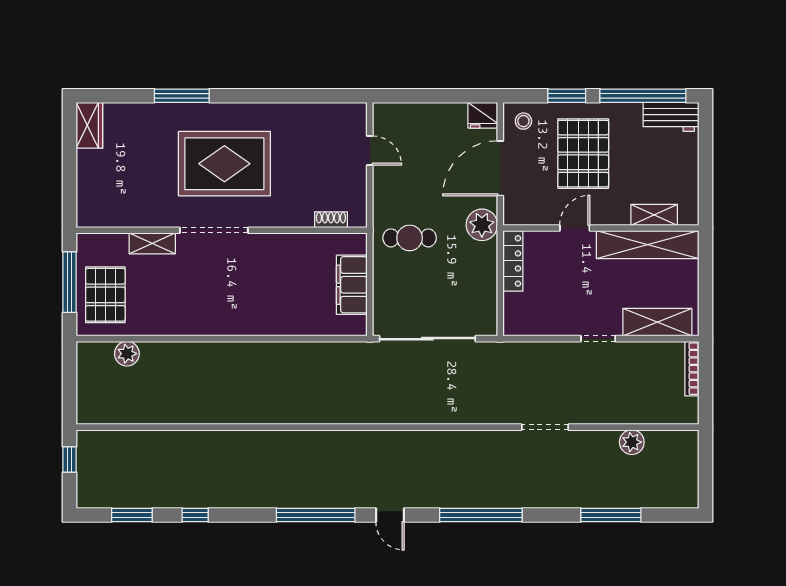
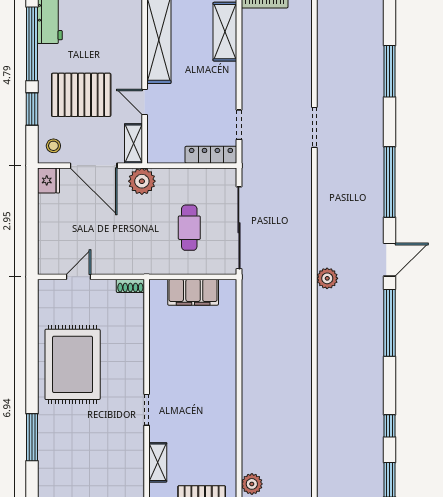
rug: (224, 164) -> (73, 364), moved
shelving: (654, 215) -> (133, 143), moved
shoe rack: (331, 220) -> (130, 286), moved, turned -90
doorway: (214, 230) -> (147, 410), width x0.53
cafe table: (410, 238) -> (189, 228), moved
locker: (513, 261) -> (211, 155), moved
doorway: (598, 339) -> (239, 125), moved
plant: (632, 442) -> (327, 278), moved
door: (390, 515) -> (389, 260), width x1.38

